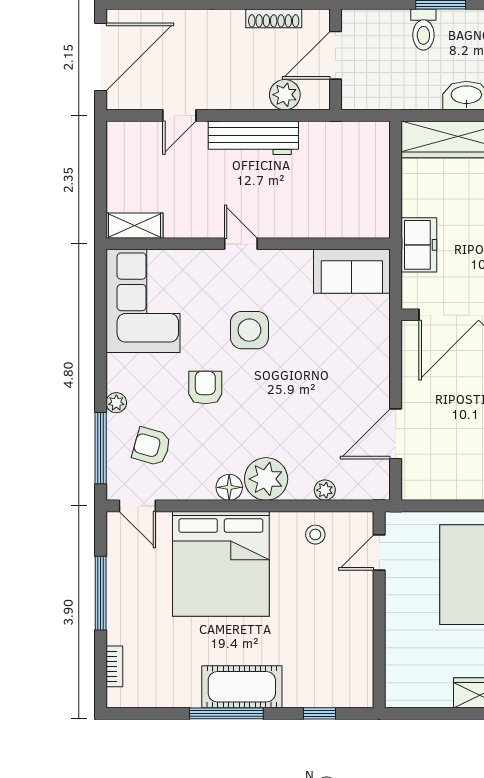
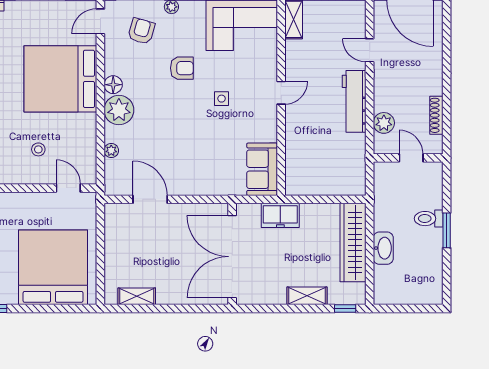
door: (335, 55) -> (411, 158), width x0.73
side table: (249, 330) -> (222, 99), width x0.54, depth x0.54
stool: (315, 535) -> (38, 149), moved

